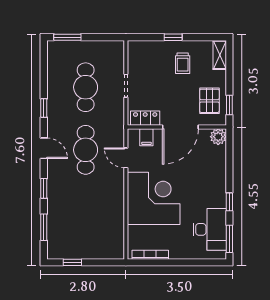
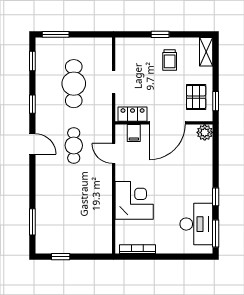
cafe table: (86, 150) -> (74, 145), width x0.73, depth x0.74
window: (44, 188) -> (32, 61), moved
corner desk: (154, 198) -> (134, 200), width x0.74, depth x0.74

